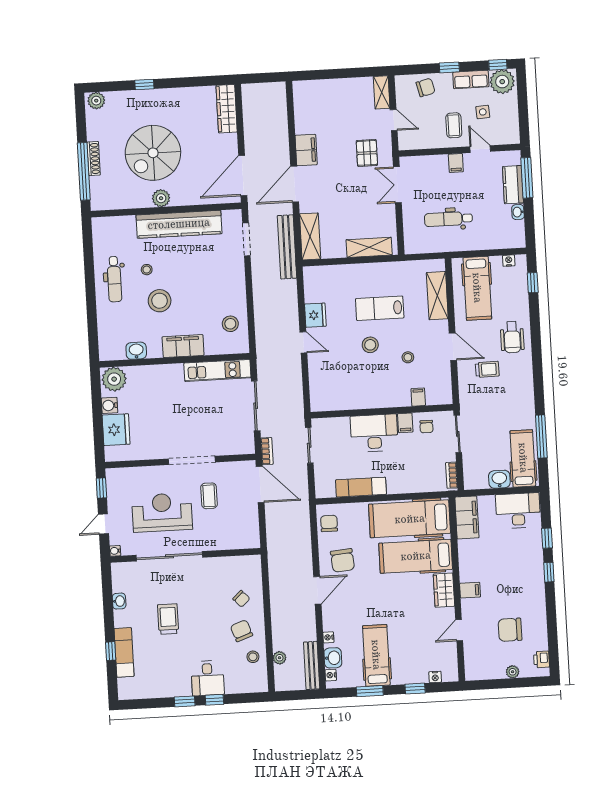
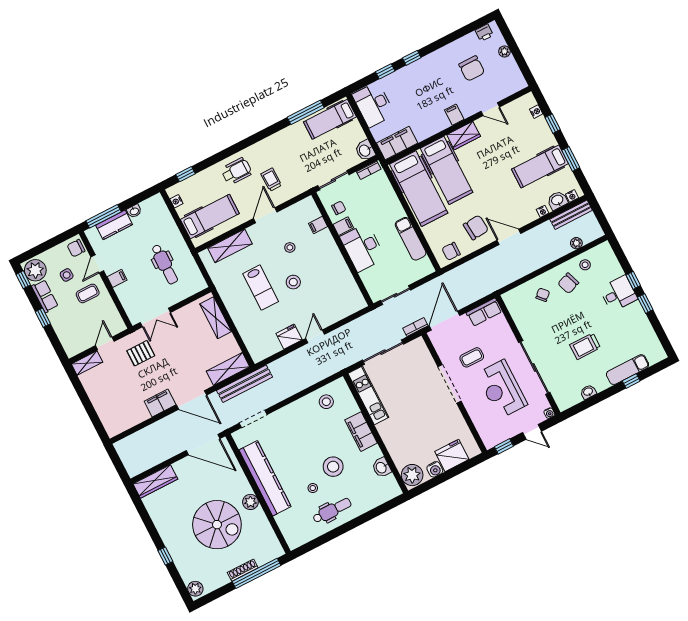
chair: (426, 87) -> (76, 248), moved, turned -76
washbasin: (499, 479) -> (365, 150), moved
row of seats: (250, 530) -> (484, 312), added

